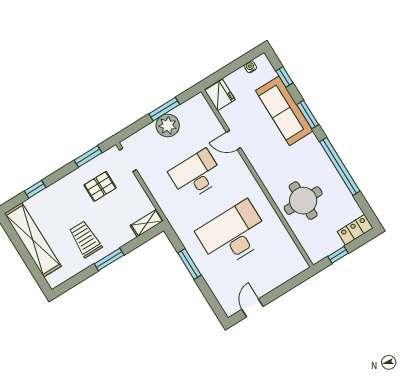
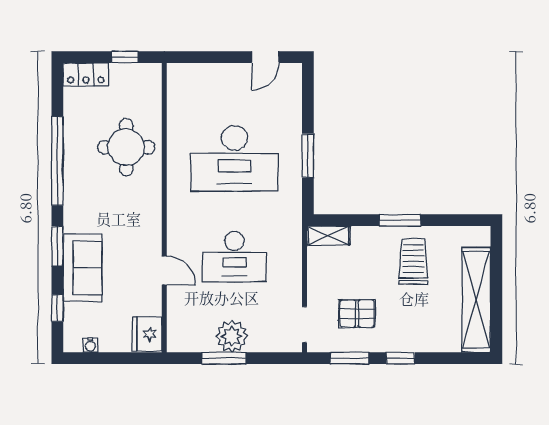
sofa: (284, 111) -> (83, 268), width x0.73
window: (35, 189) -> (400, 358), moved
trolley: (85, 239) -> (413, 262), turned 180

